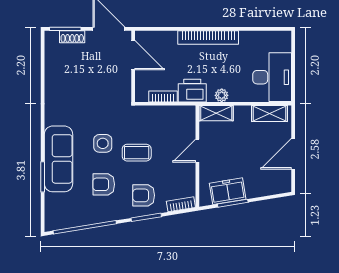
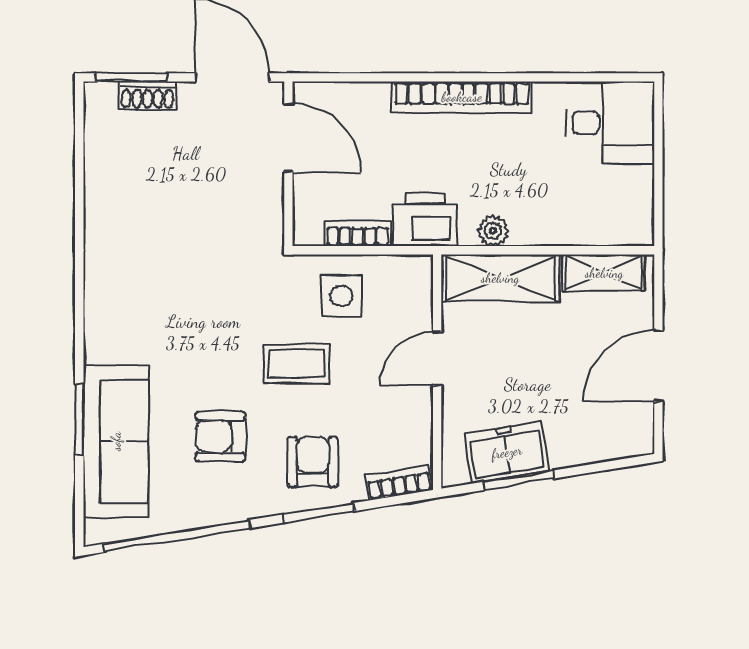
desk: (272, 77) -> (610, 123), moved, width x0.73
shelving: (216, 113) -> (500, 278), width x1.50, depth x1.33
side table: (103, 143) -> (341, 296), moved
sofa: (58, 159) -> (116, 441), moved
armchair: (144, 195) -> (313, 462), turned 90

